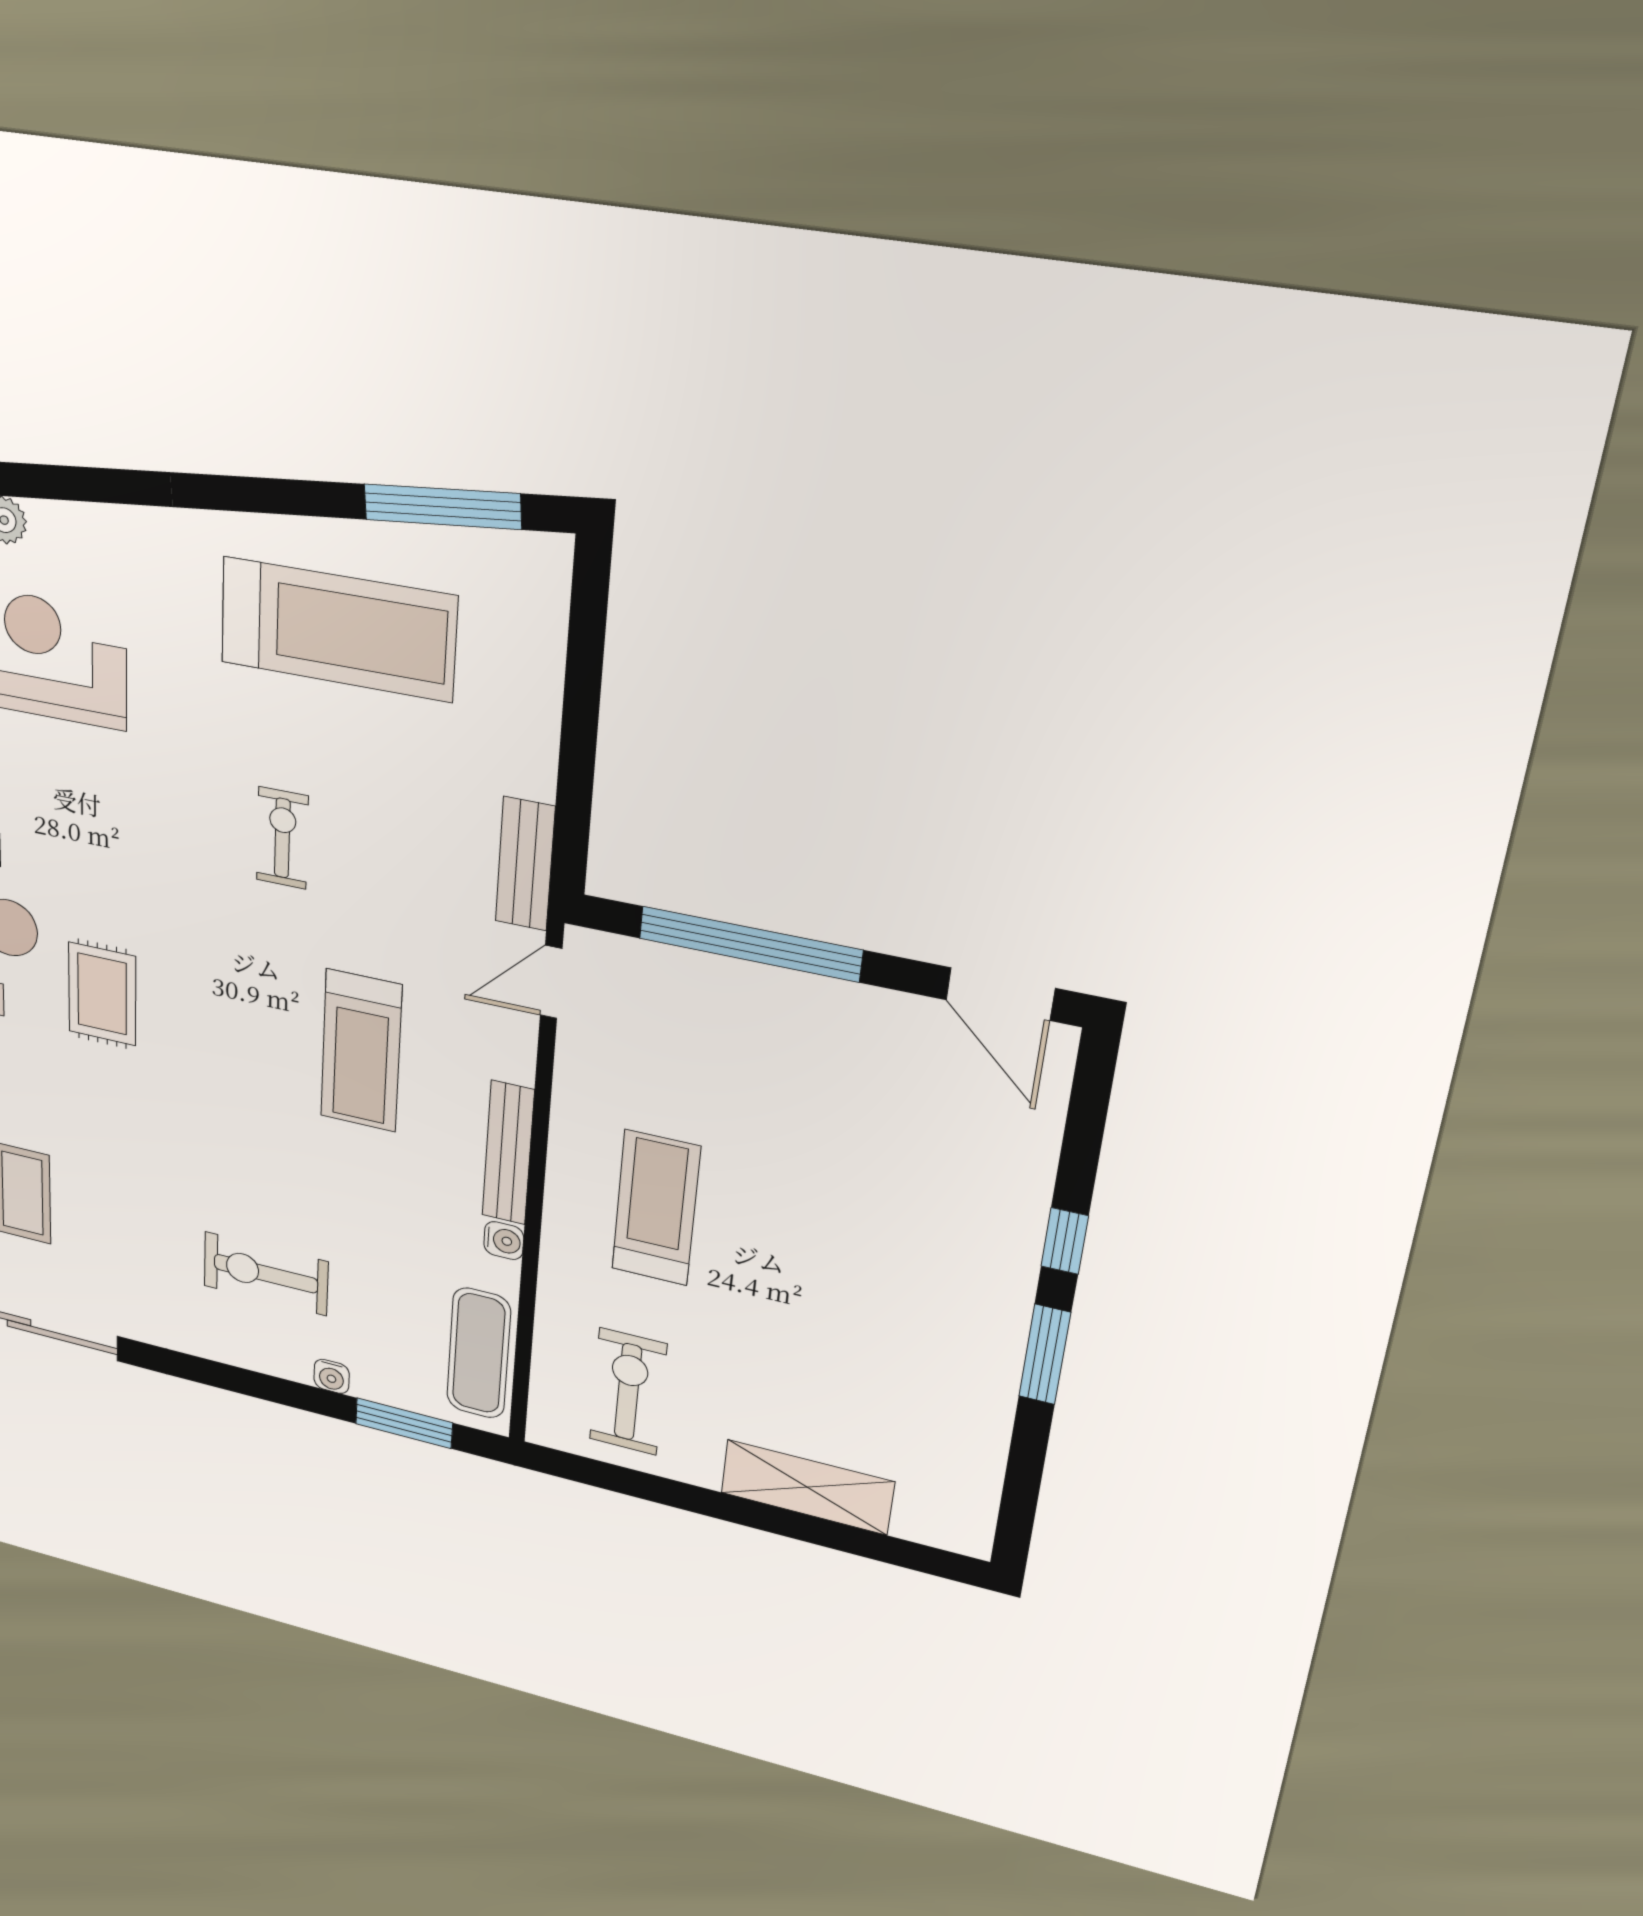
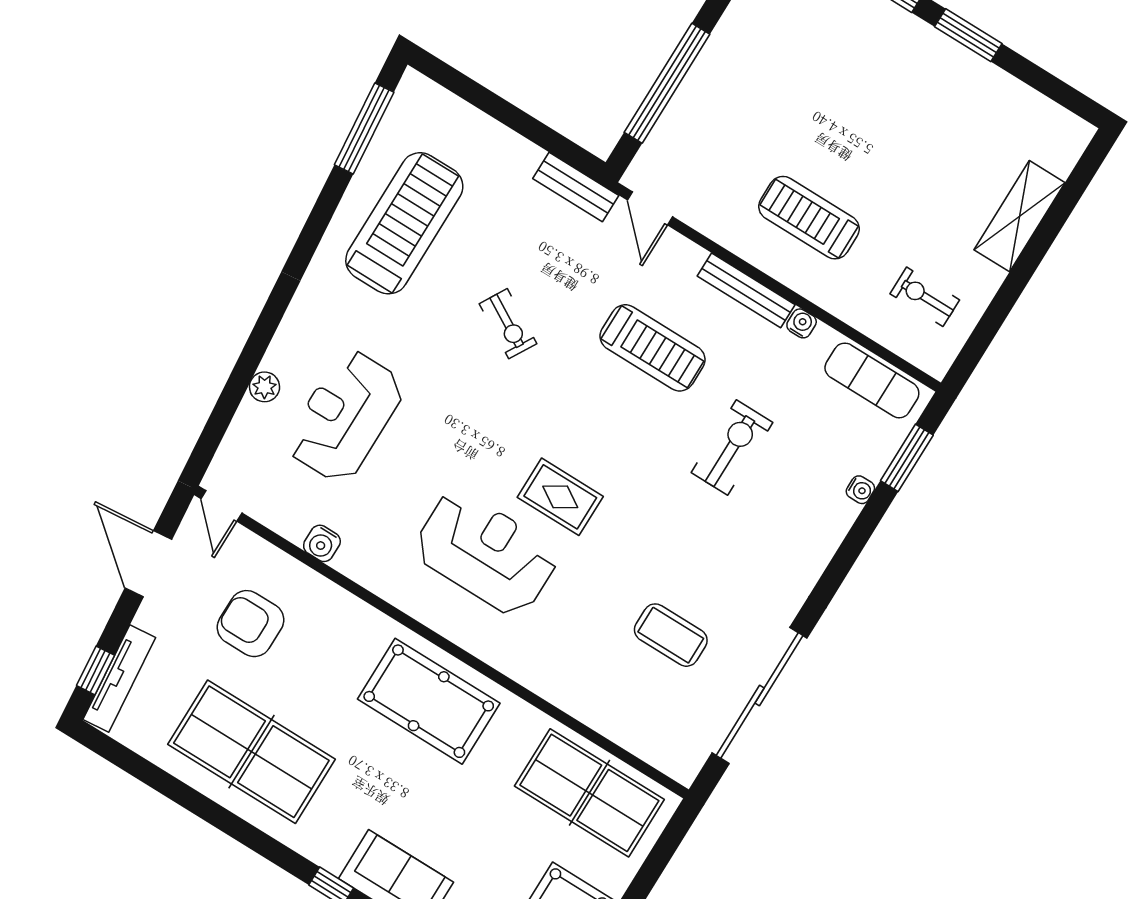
exercise bike: (282, 838) -> (508, 324), turned -150
exercise bike: (266, 1274) -> (732, 448), moved, turned 180
exercise bike: (628, 1392) -> (925, 297), width x0.73, depth x0.72

